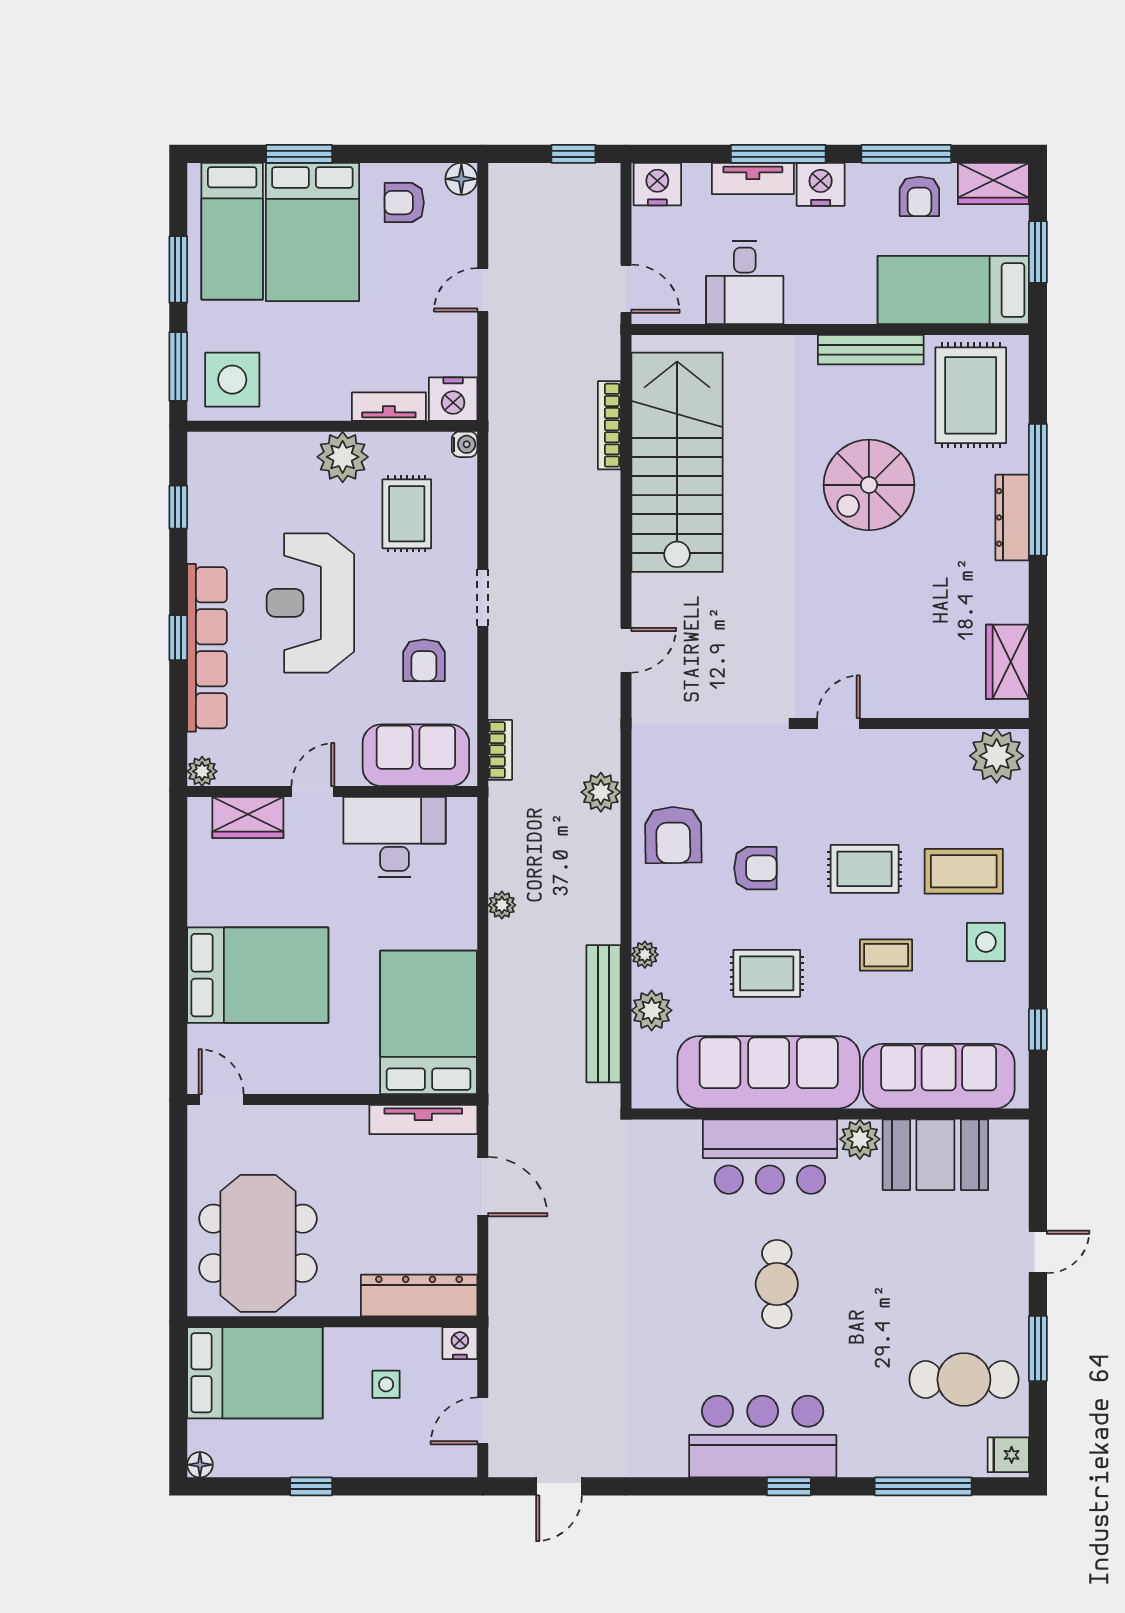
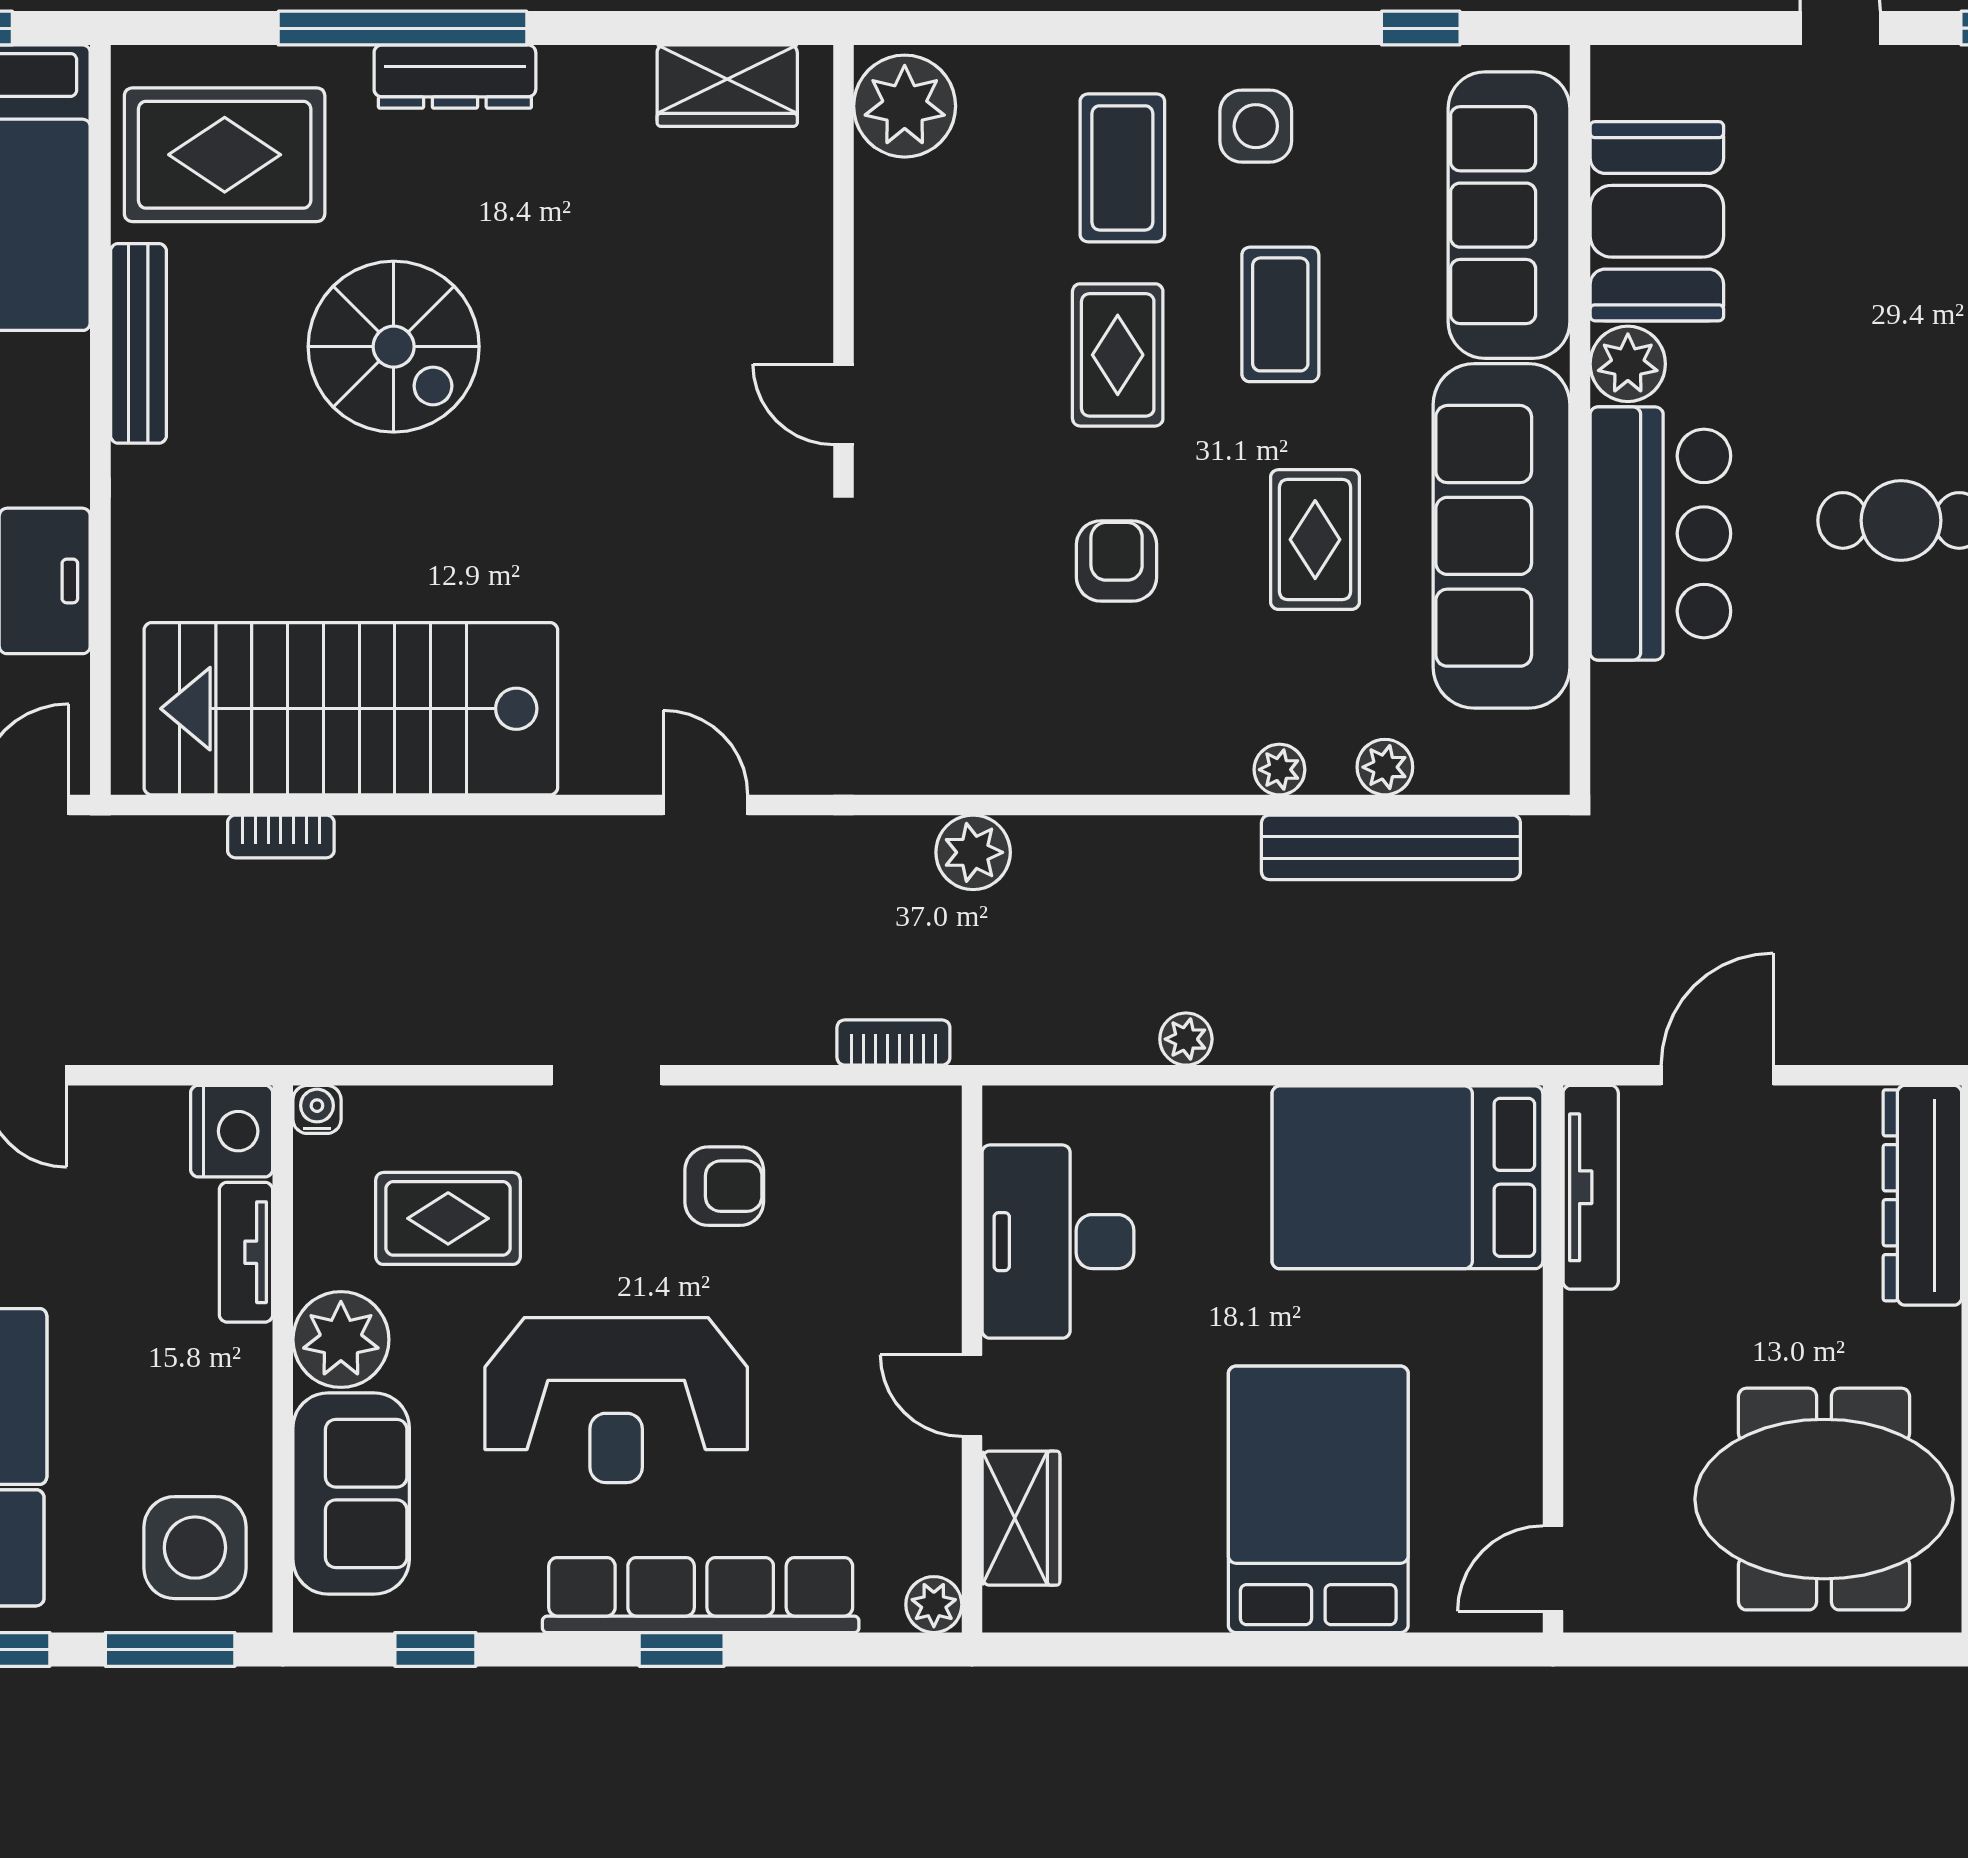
bookcase: (609, 425) -> (281, 836), width x0.64
sofa: (416, 755) -> (351, 1493), moved, turned 180
armchair: (673, 835) -> (1054, 716), removed
coffee table: (886, 955) -> (1280, 314), width x1.36, depth x1.30
plant: (652, 1010) -> (1385, 767), width x0.73, depth x0.73

